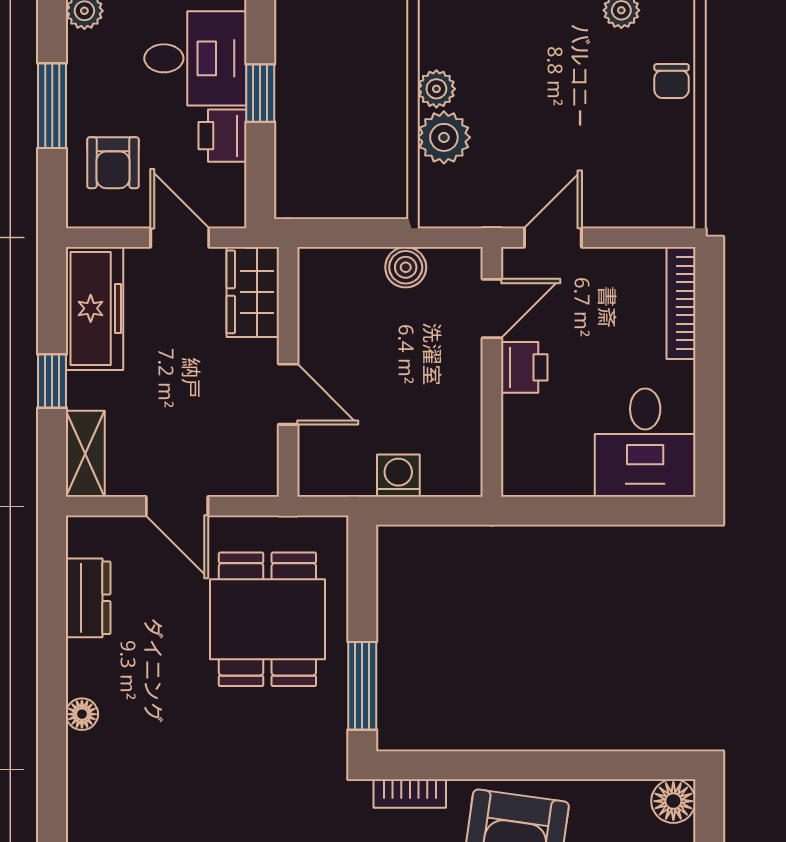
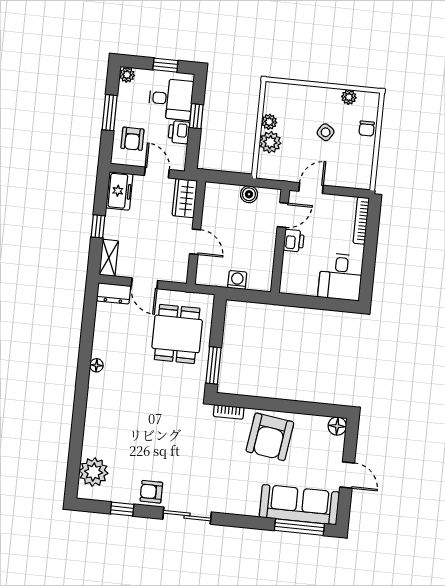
side table: (574, 100) -> (326, 132), added
freezer: (95, 308) -> (119, 191), width x0.71
dresser: (88, 598) -> (114, 293), moved, turned 90

